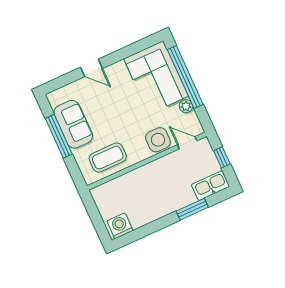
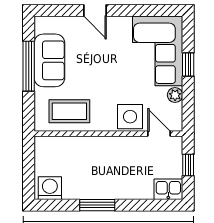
window: (185, 77) -> (188, 64), width x0.32
kitchen sink: (211, 186) -> (168, 189), width x0.73
window: (192, 209) -> (97, 205), moved

